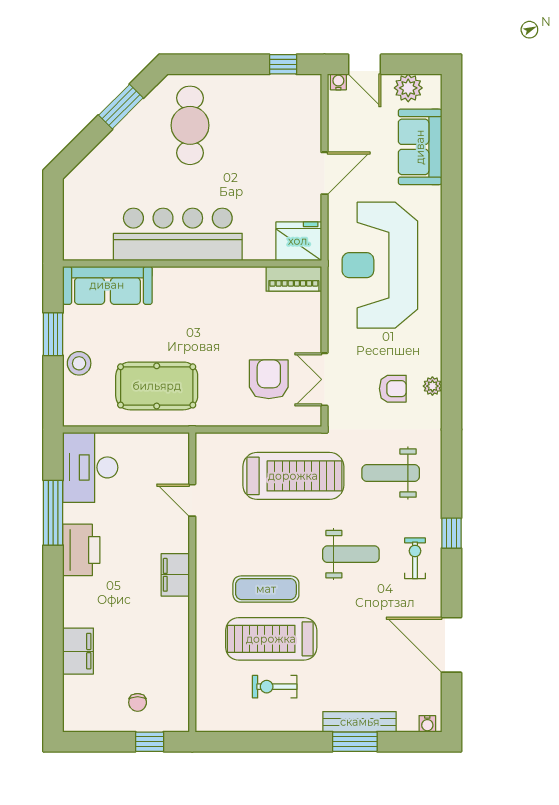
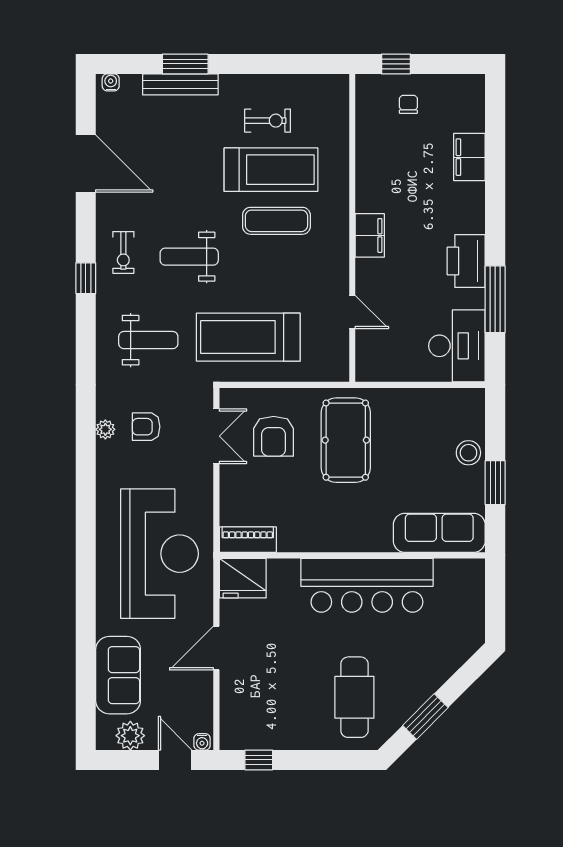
pool table: (157, 386) -> (346, 440), moved, turned 90

